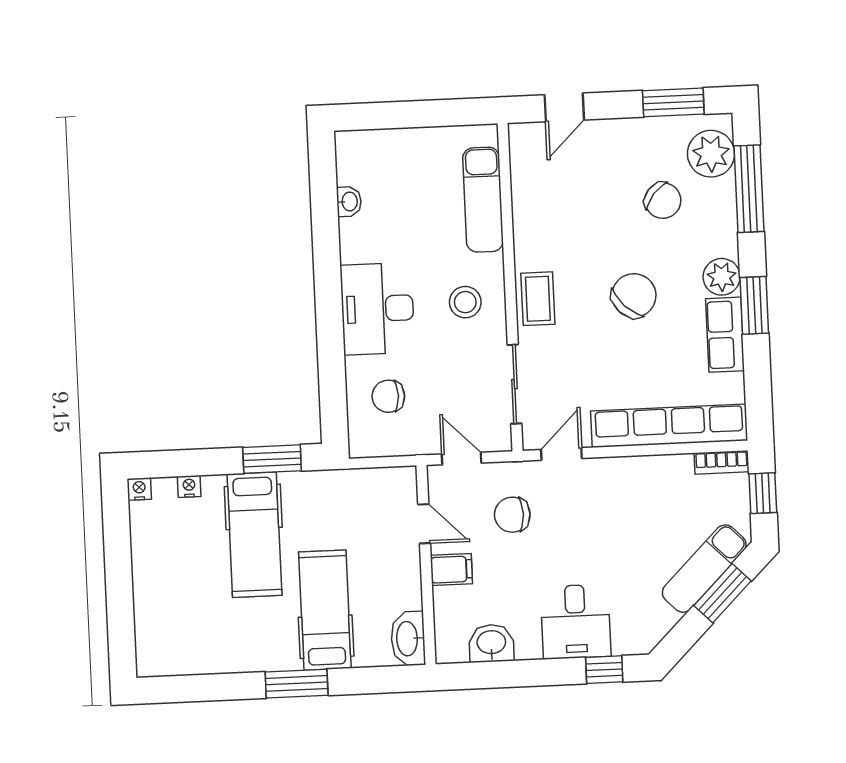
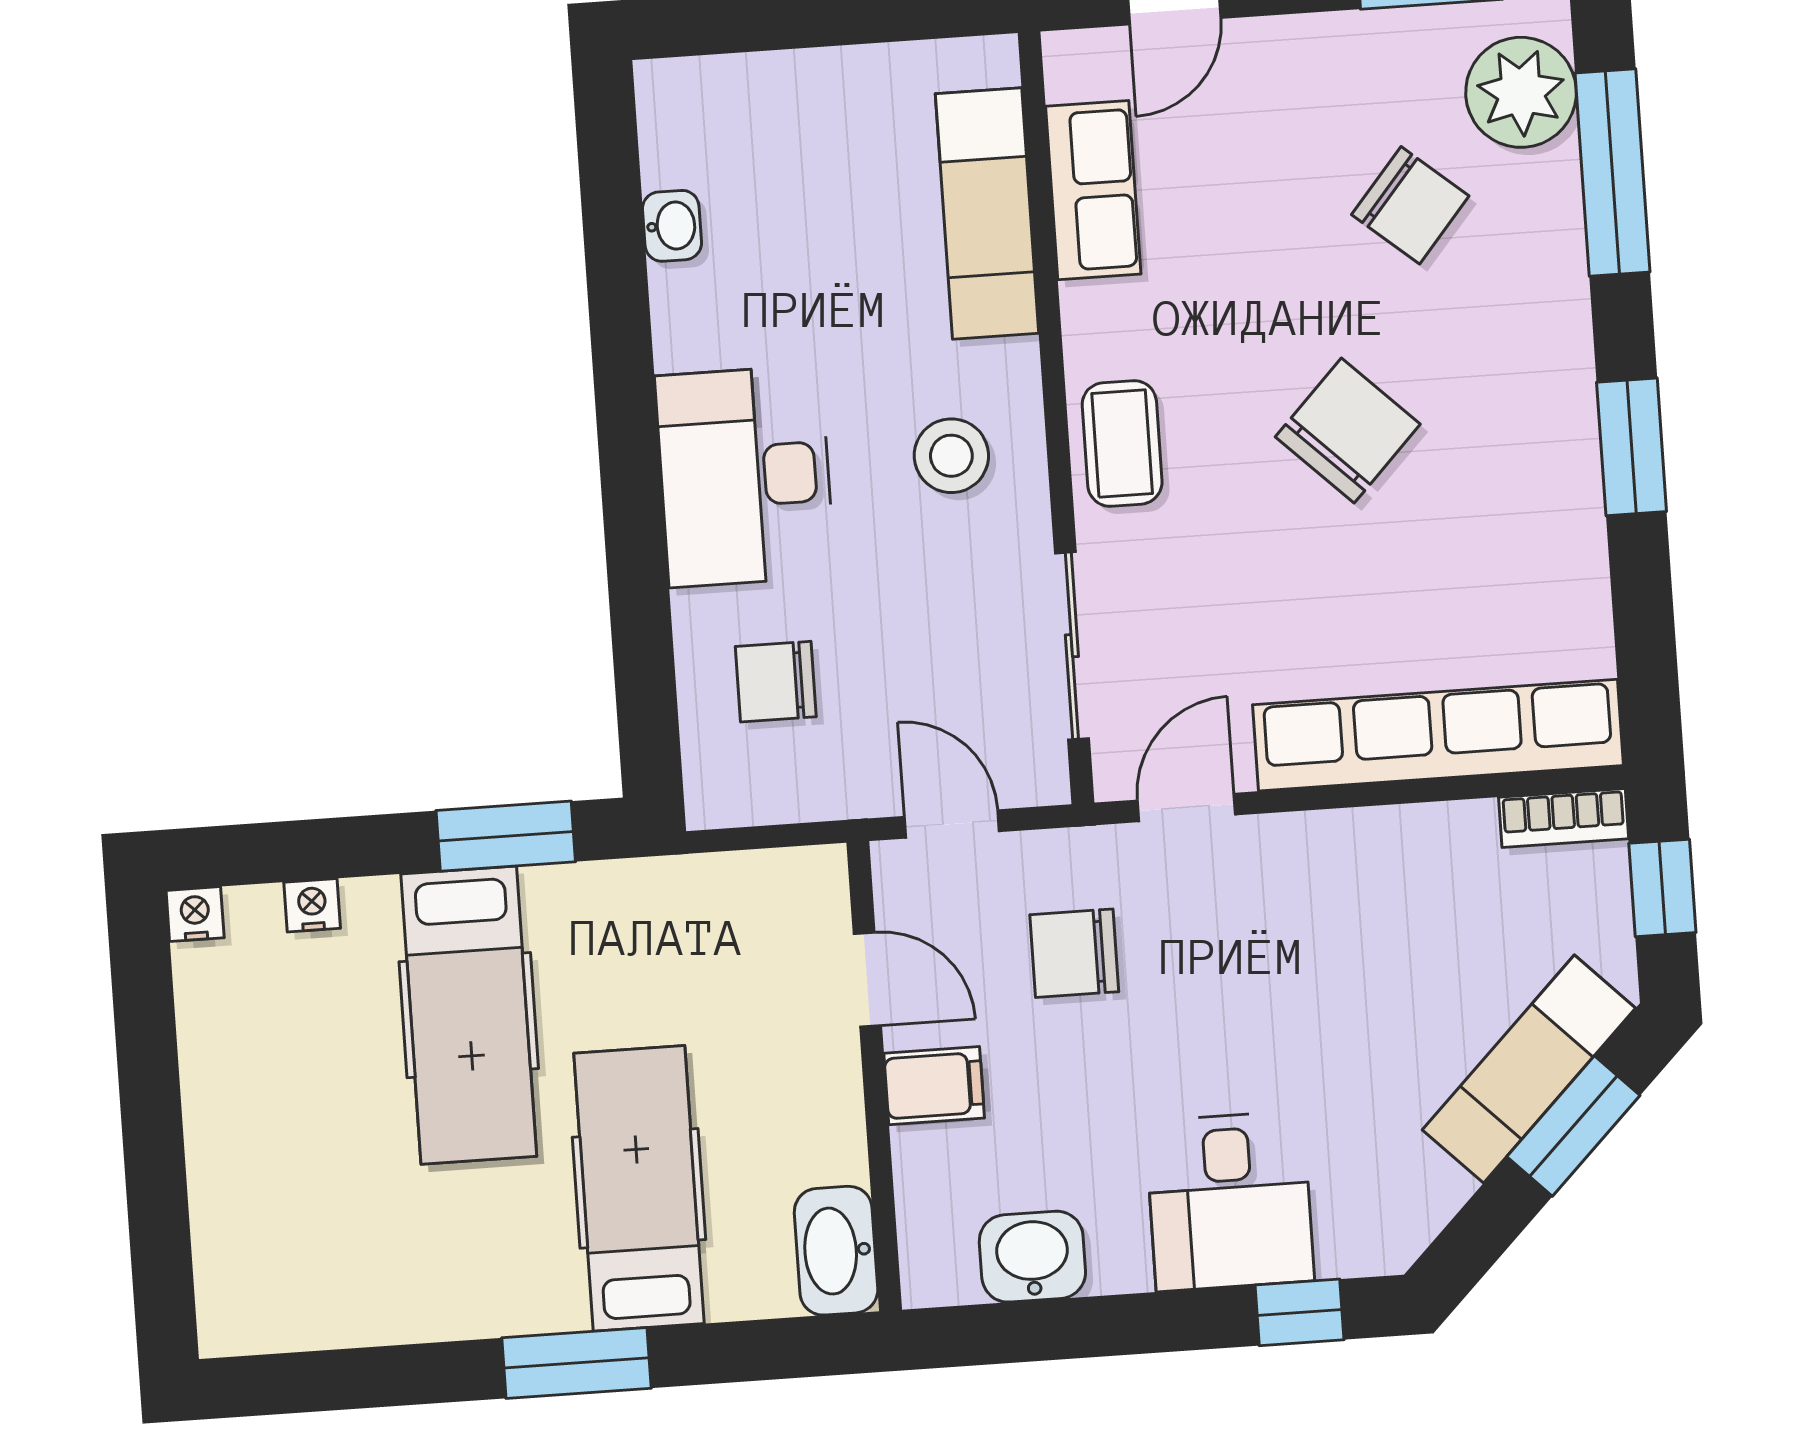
plant: (722, 277) -> (1553, 381), removed
row of seats: (725, 335) -> (1093, 190), moved, turned 180

